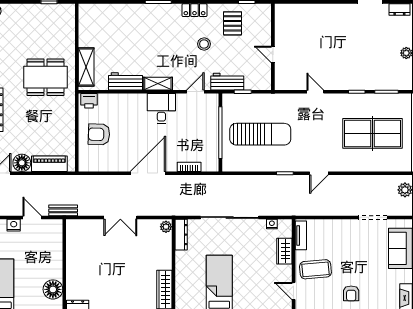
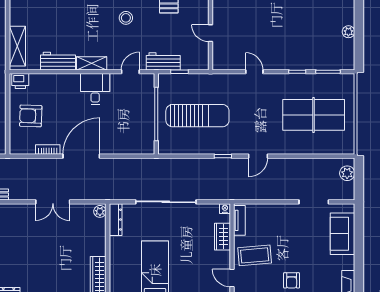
stool: (204, 44) -> (126, 18), moved
bookcase: (189, 167) -> (48, 150), moved
nightstand: (272, 224) -> (225, 209), moved

